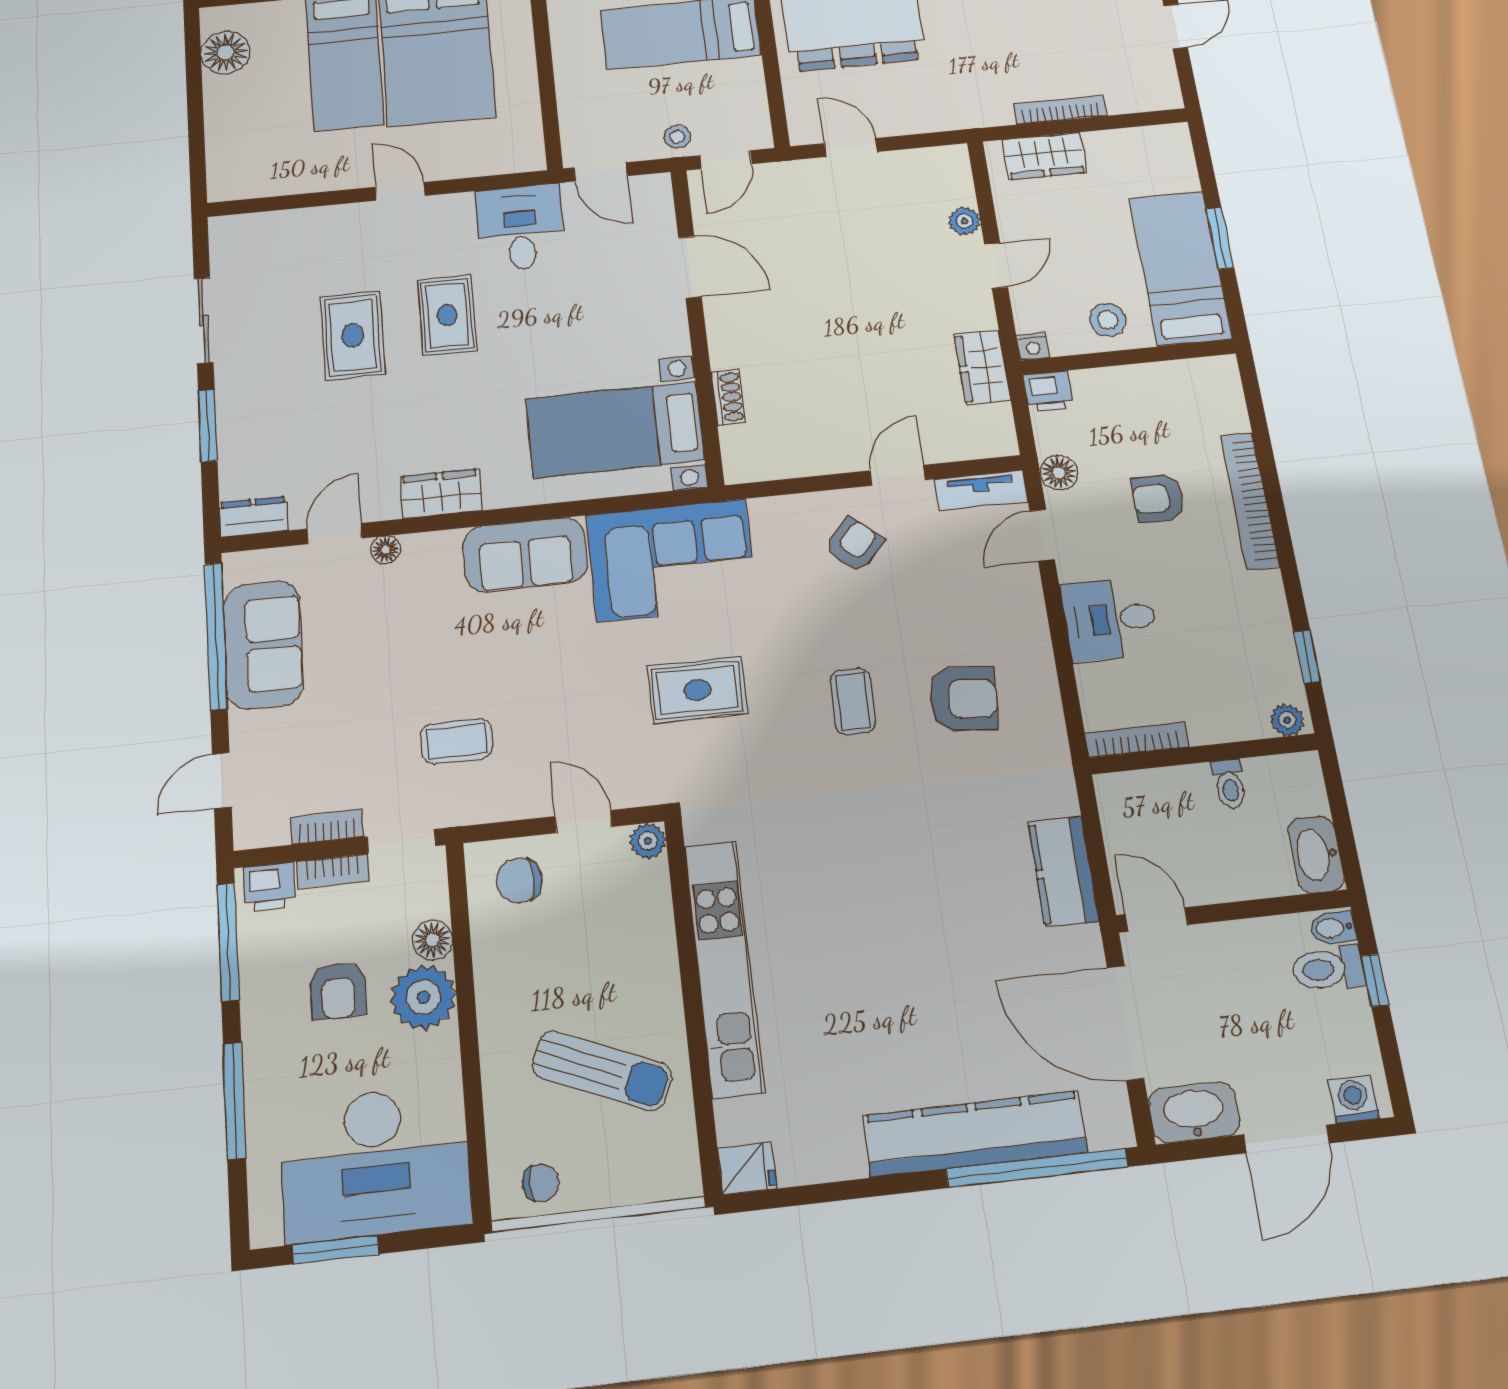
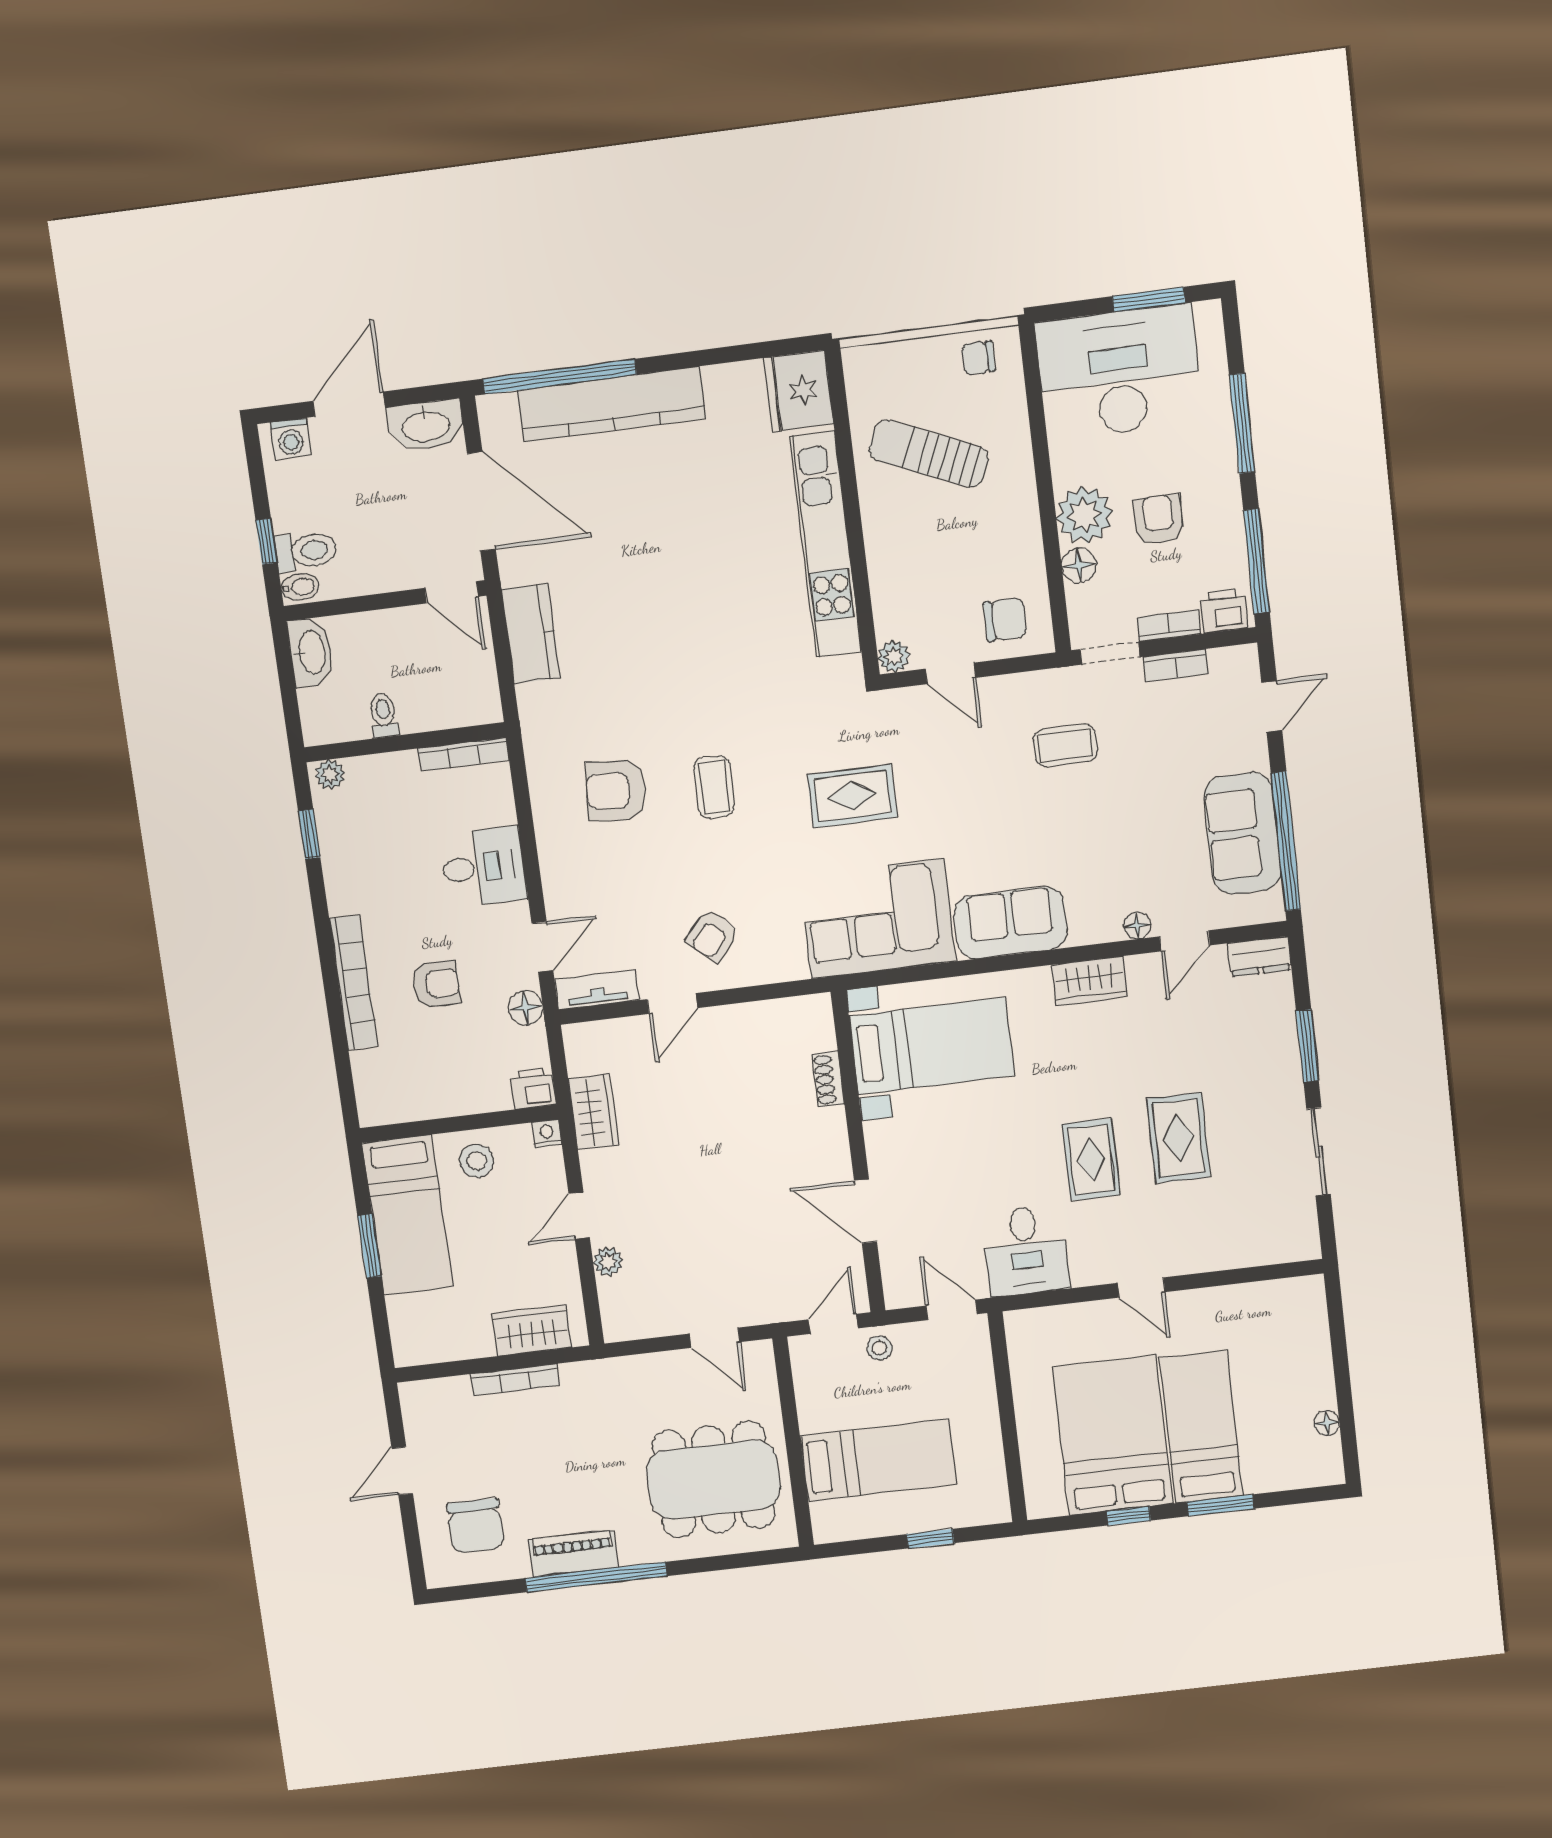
floor lamp: (226, 52) -> (1327, 1423), width x0.53, depth x0.53
fridge: (747, 1168) -> (798, 391), width x1.88, depth x1.34

